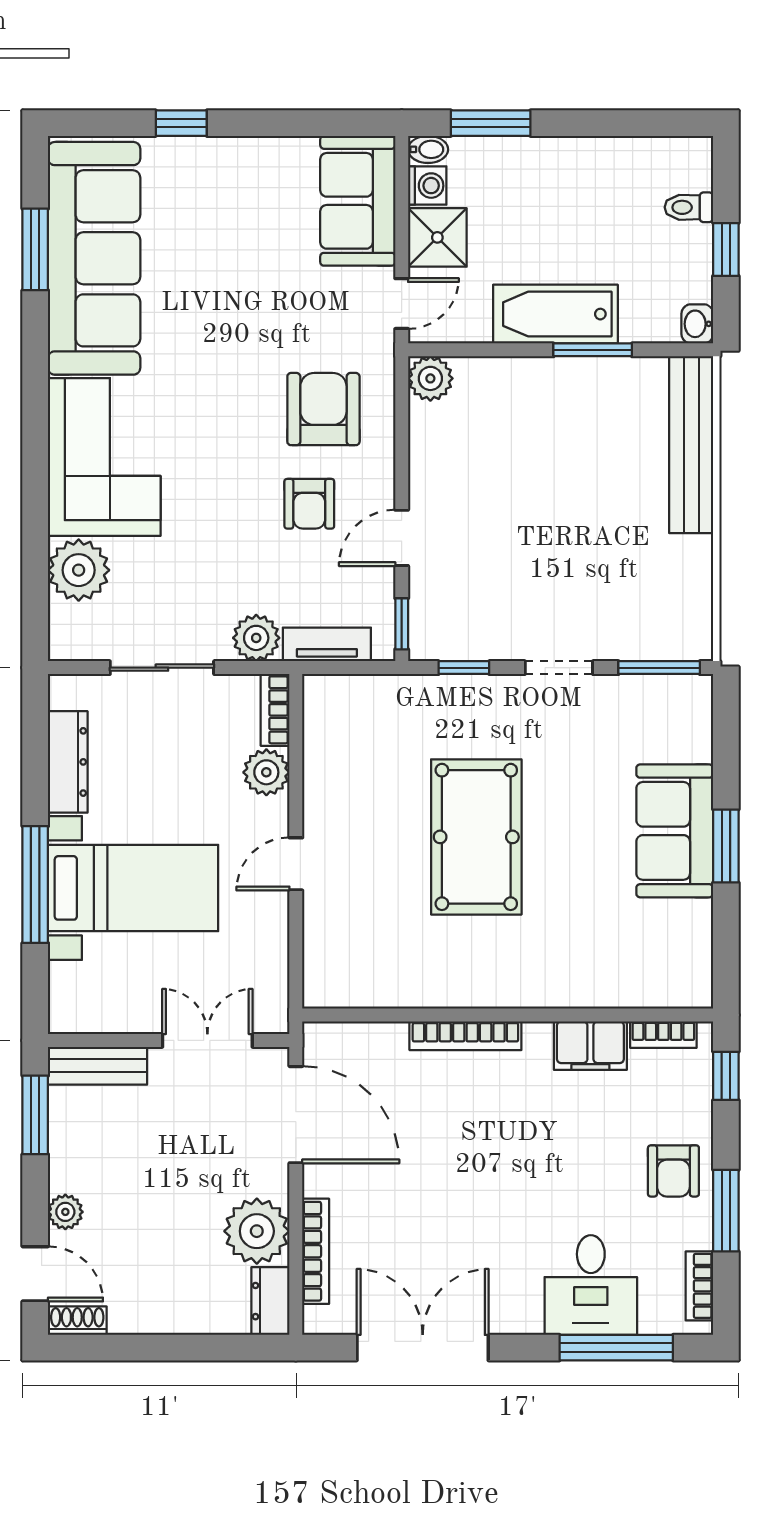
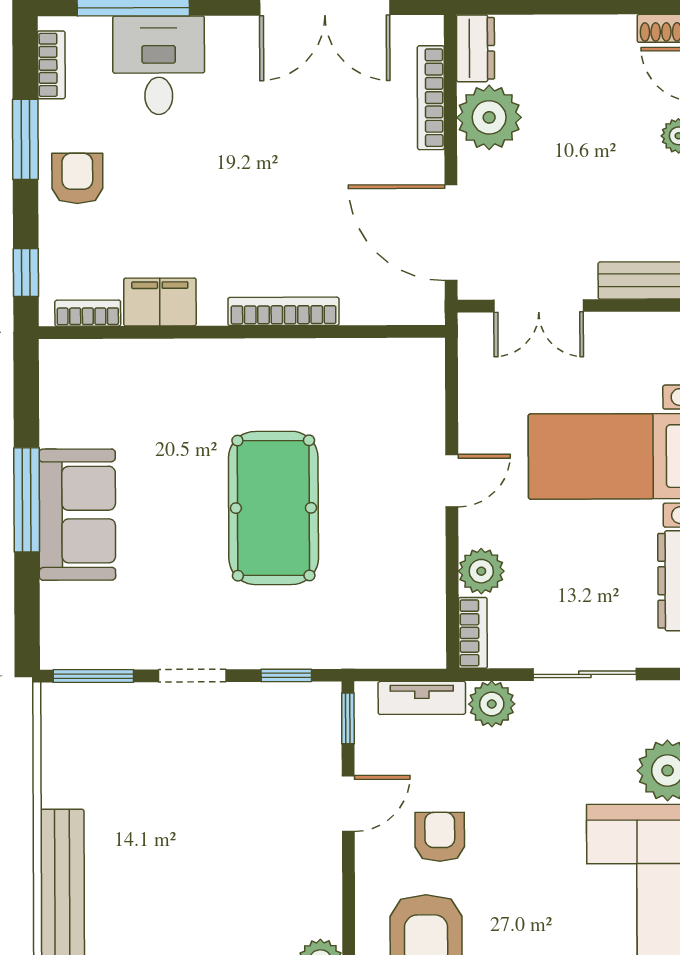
window: (726, 846) -> (27, 500), width x1.44

